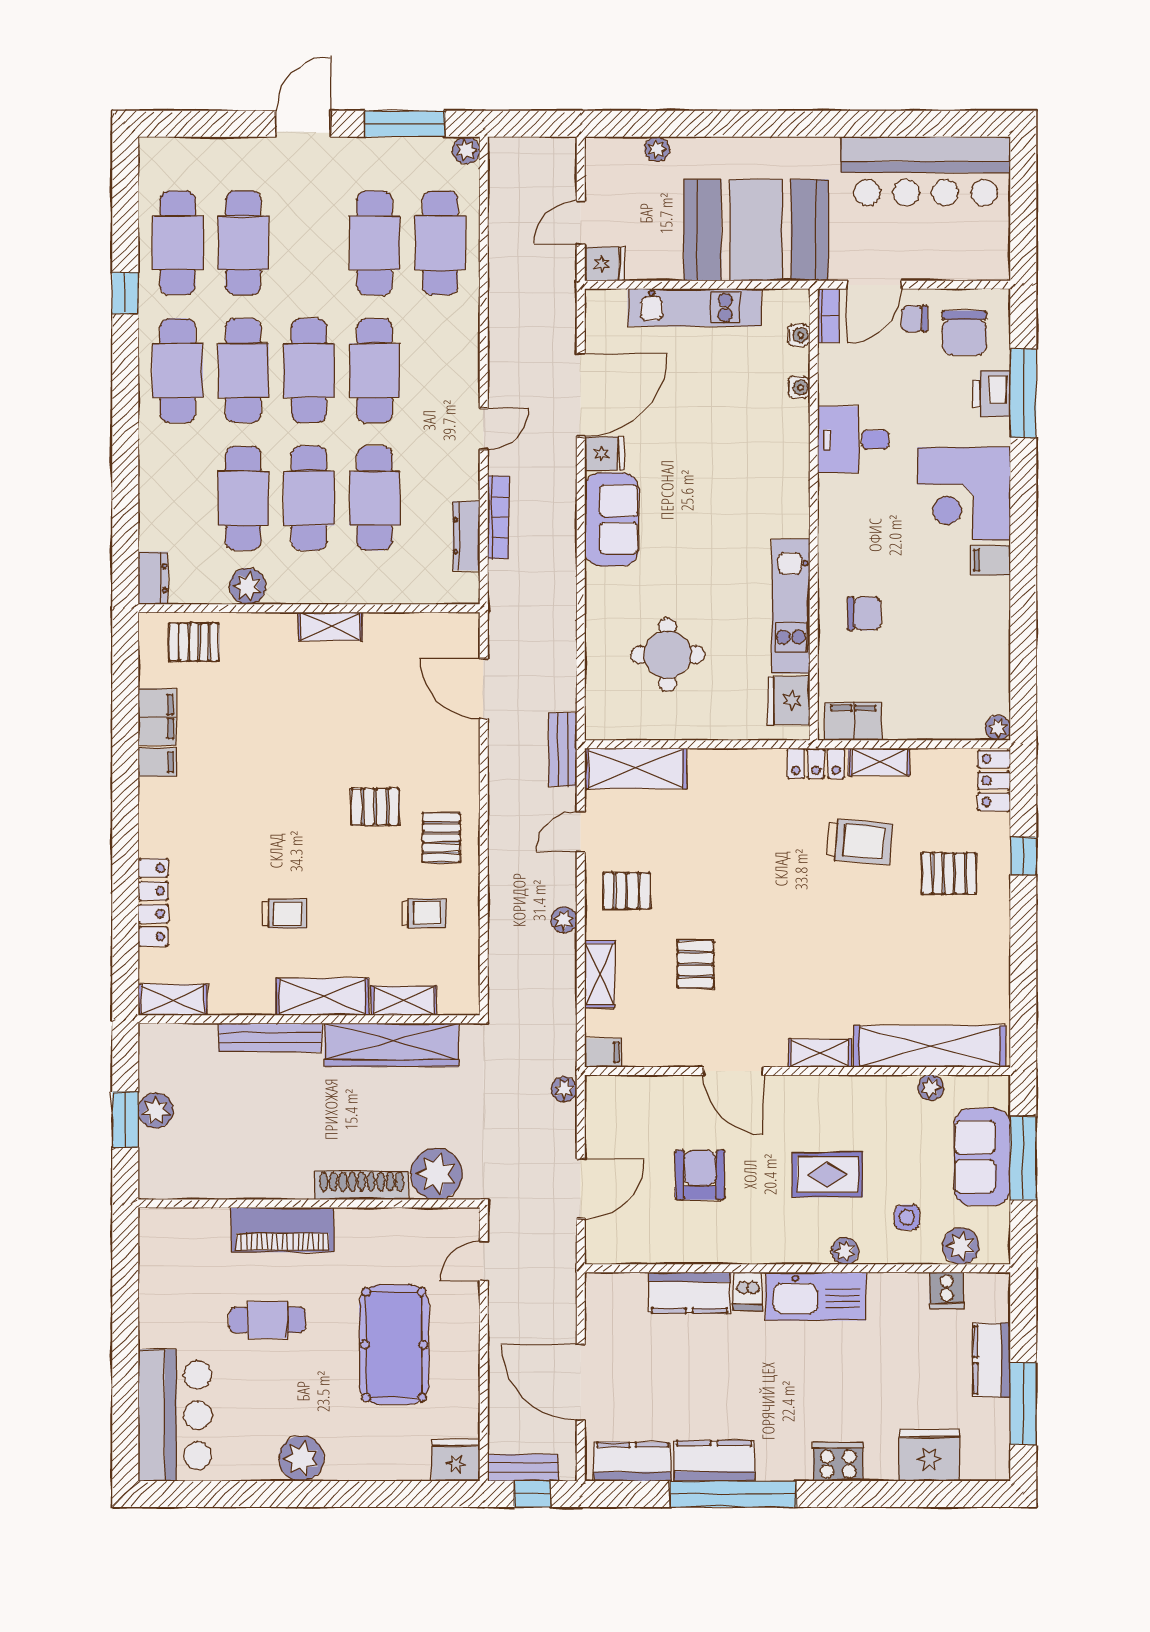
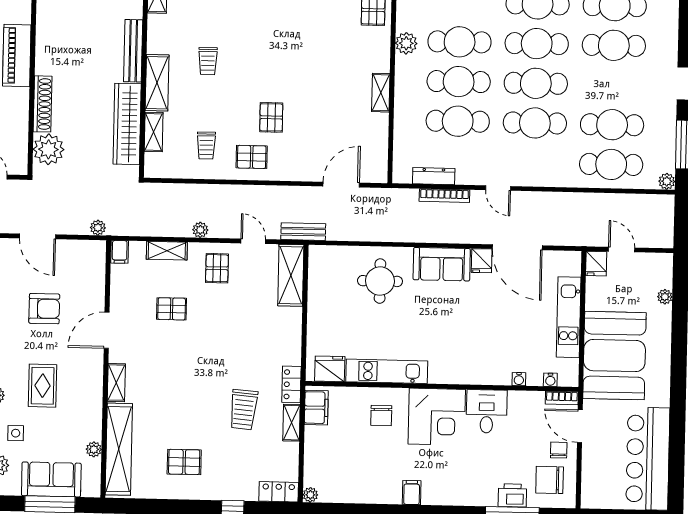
corner desk: (964, 494) -> (437, 417), moved, turned 180
round table: (668, 655) -> (380, 281), moved
pallet: (949, 874) -> (184, 462), moved, turned 90

